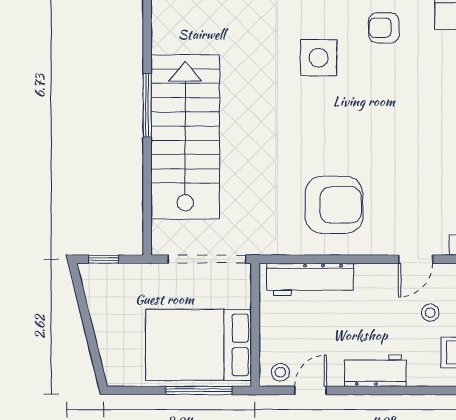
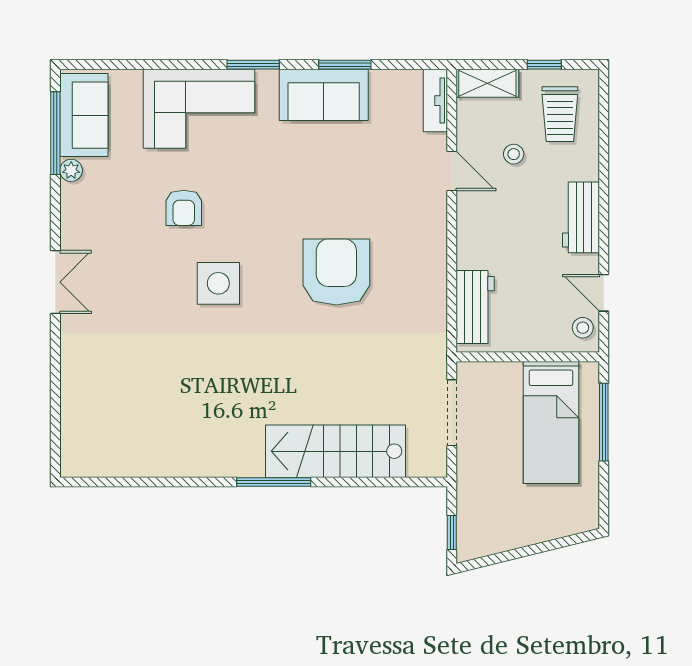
stairs: (185, 137) -> (336, 451), width x0.73, depth x0.66
armchair: (334, 205) -> (336, 272), moved
doorway: (207, 259) -> (452, 413), width x0.73
workbench: (310, 279) -> (475, 307), width x0.73
bed: (199, 345) -> (551, 422), width x0.67

